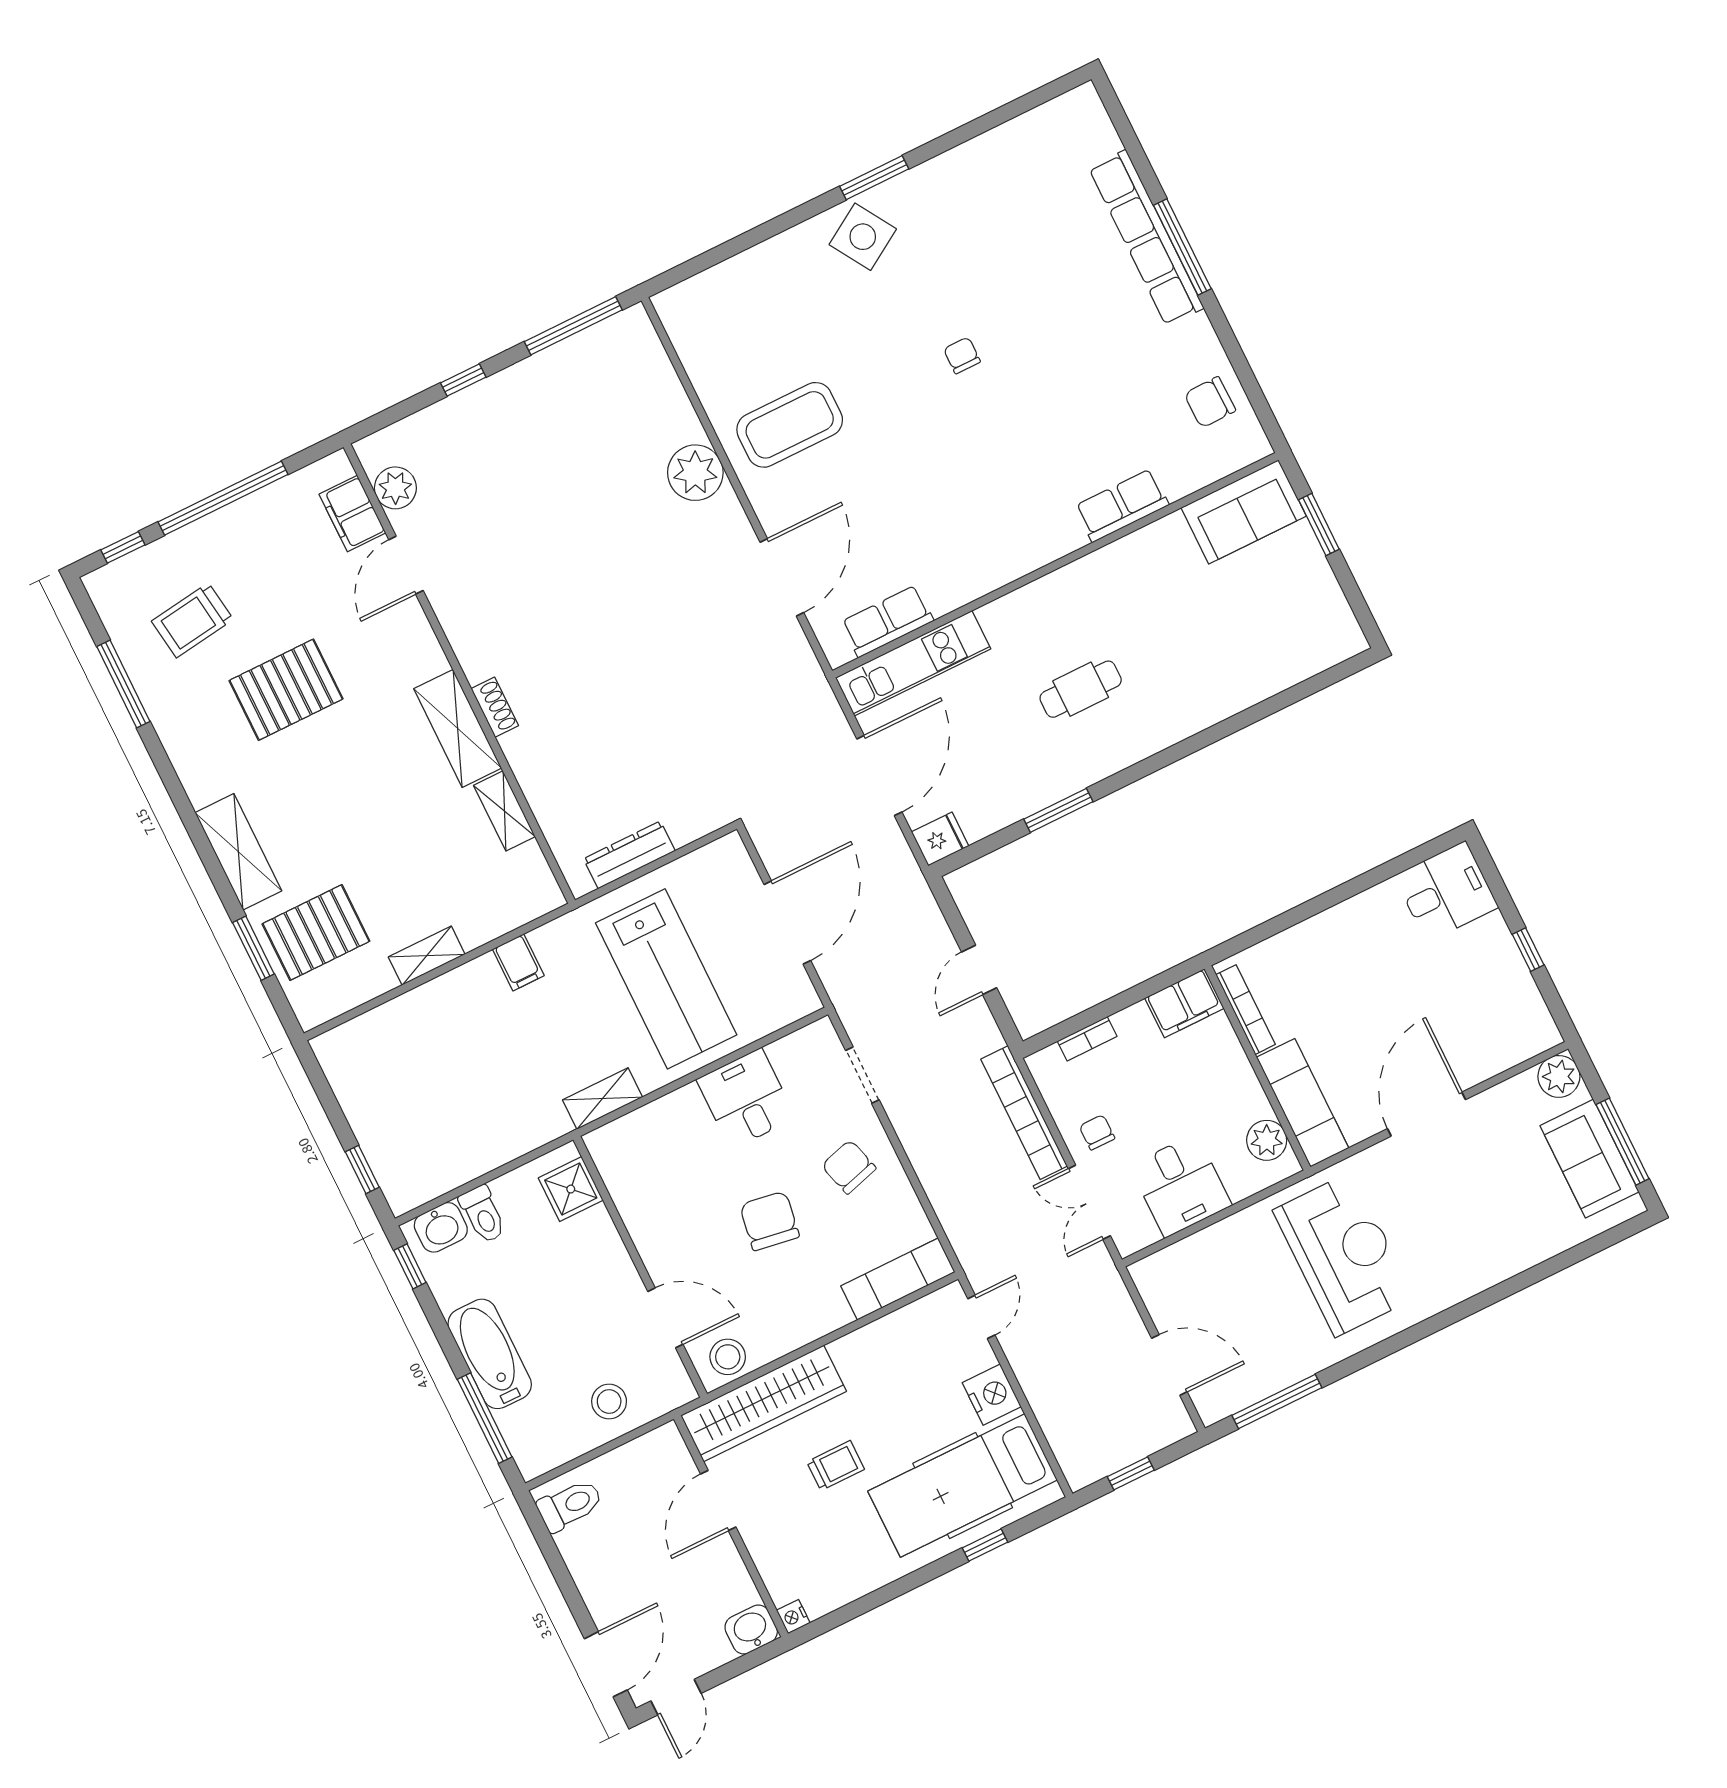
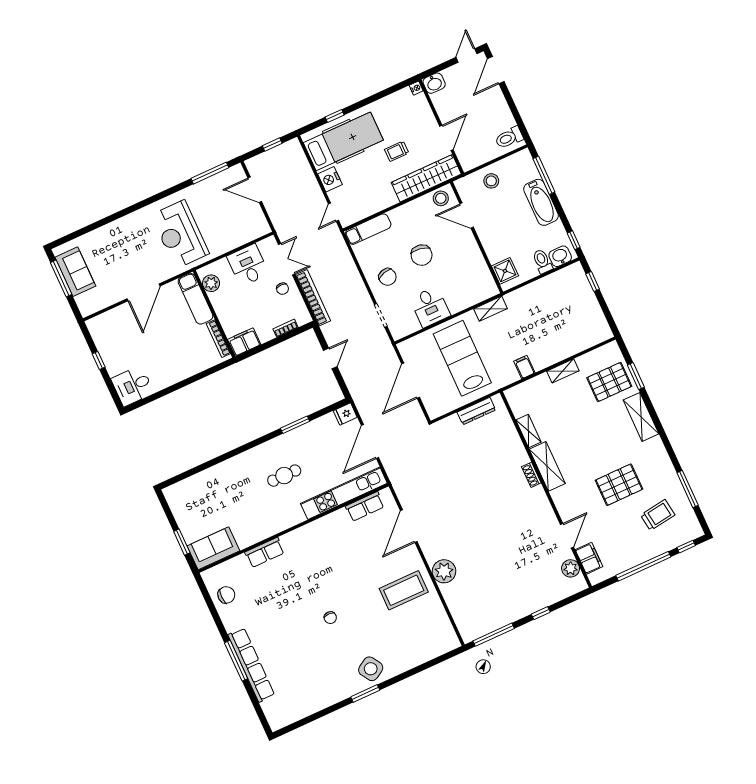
kitchen unit: (913, 663) -> (344, 493), width x1.36
plant: (1559, 1076) -> (87, 307), removed

